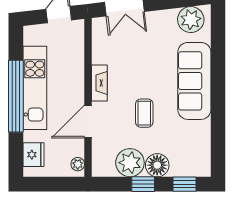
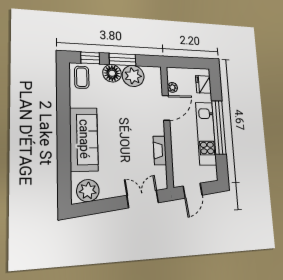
fireplace: (99, 83) -> (160, 150), moved
coffee table: (144, 113) -> (82, 77), moved
plant: (78, 164) -> (172, 87), moved
window: (143, 184) -> (122, 60), width x1.50

